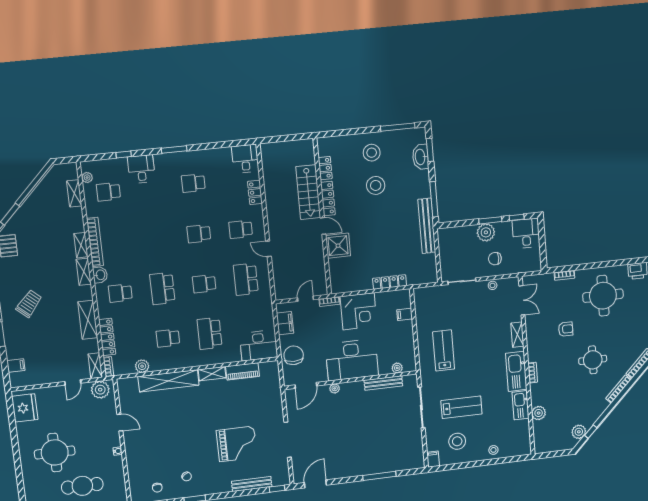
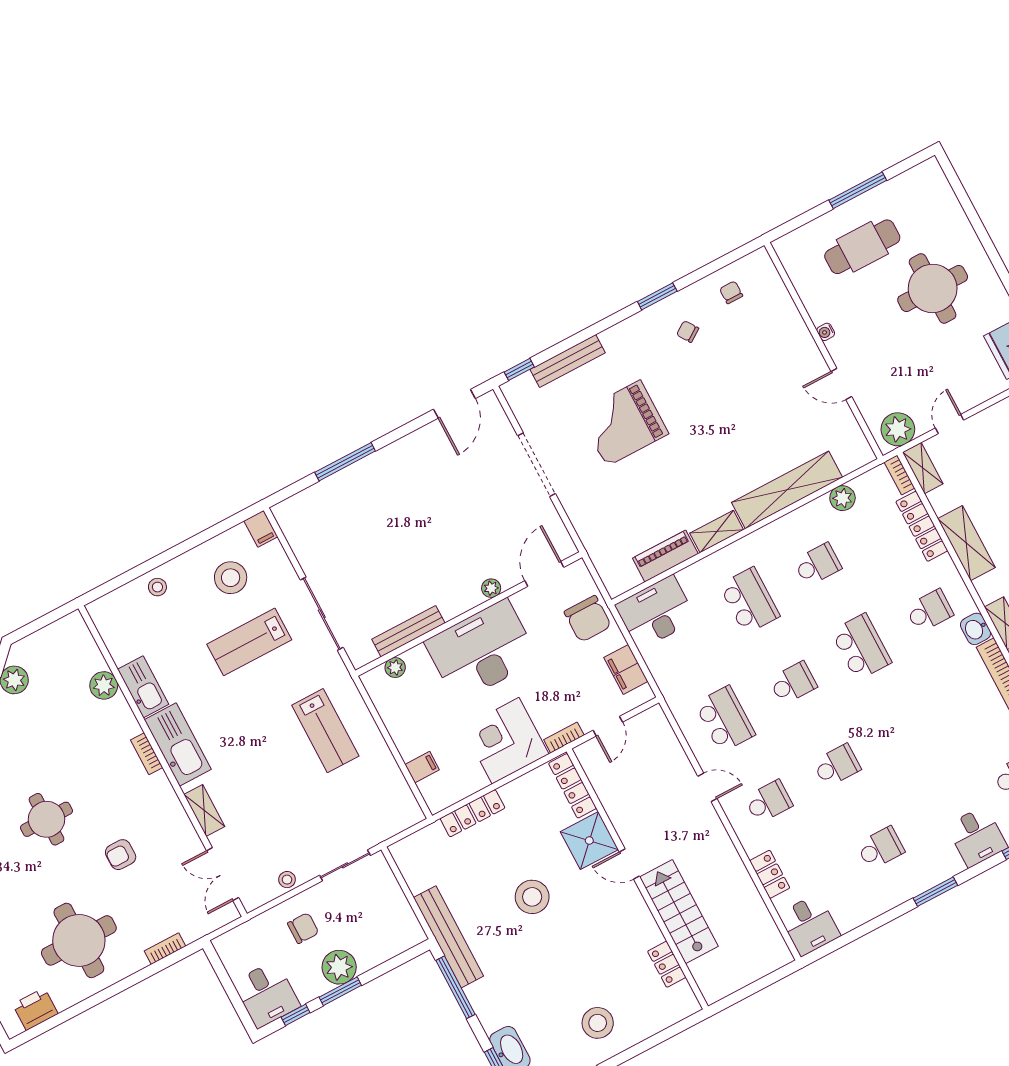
stool: (376, 185) -> (532, 897), moved
locker: (328, 199) -> (573, 786), moved

